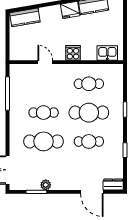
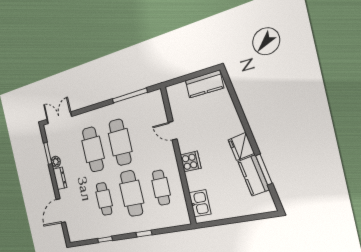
kitchen counter: (25, 17) -> (204, 84), moved, turned -80
door: (45, 62) -> (173, 131), swing flipped
cafe table: (44, 113) -> (120, 142), width x1.37, depth x1.35
dresser: (113, 184) -> (60, 178), moved

